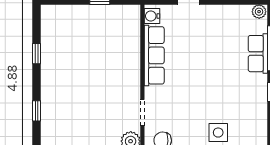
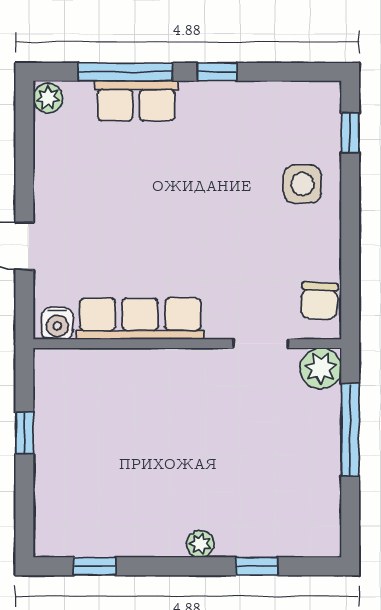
window: (37, 54) -> (95, 566), moved
plant: (47, 84) -> (200, 544), added

